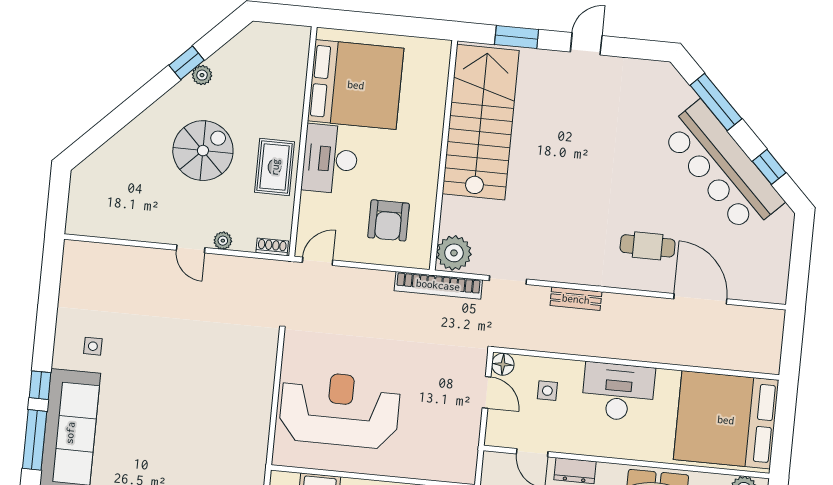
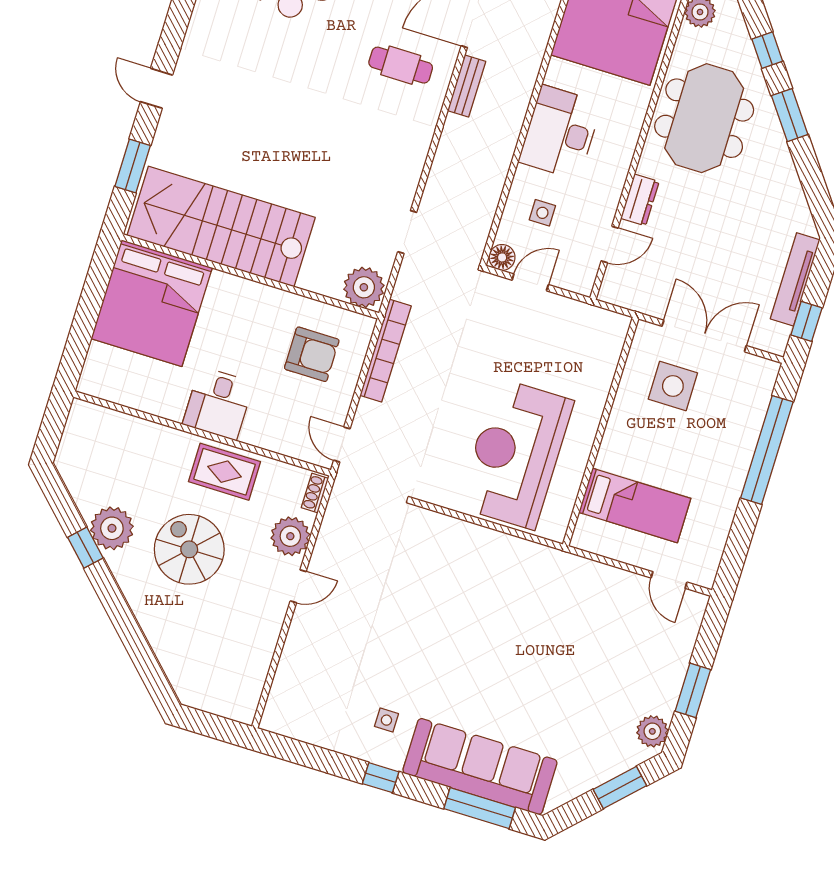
plant: (202, 75) -> (112, 528), width x1.87, depth x1.87
bed: (356, 85) -> (152, 303), moved, turned 180
desk: (330, 159) -> (218, 403), width x0.73
plant: (223, 241) -> (290, 536), width x1.87, depth x1.87
cafe table: (648, 246) -> (401, 65), turned 90
bookcase: (438, 285) -> (386, 351), moved
bench: (576, 299) -> (467, 86), moved
window: (40, 385) -> (381, 778), moved

